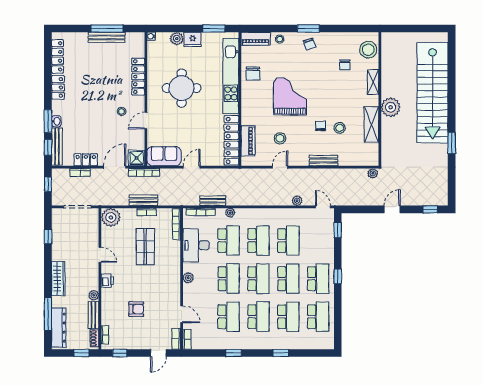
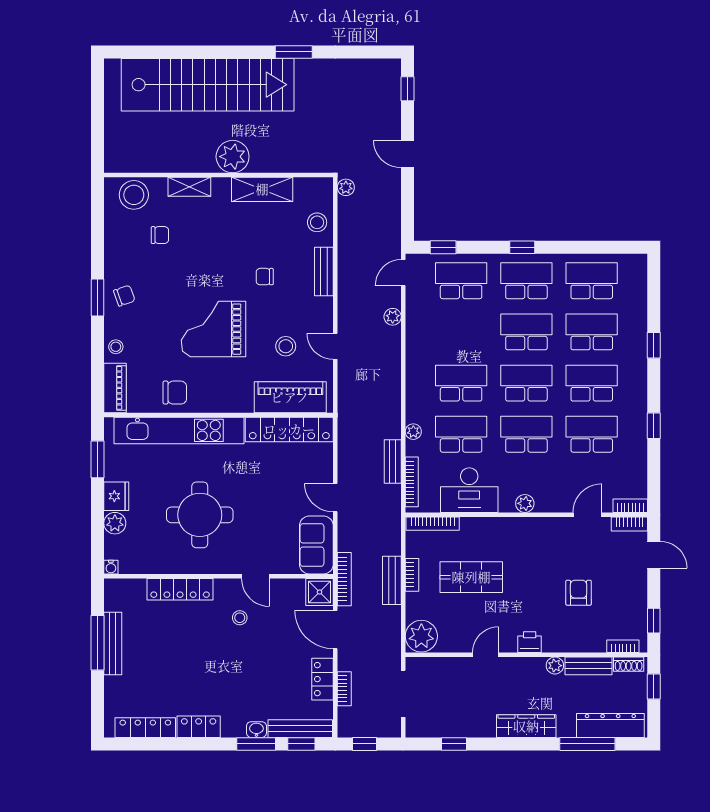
stool: (340, 128) -> (317, 222), moved
piano: (248, 141) -> (290, 397), width x1.37, depth x1.33
school desk: (288, 241) -> (461, 281), moved

